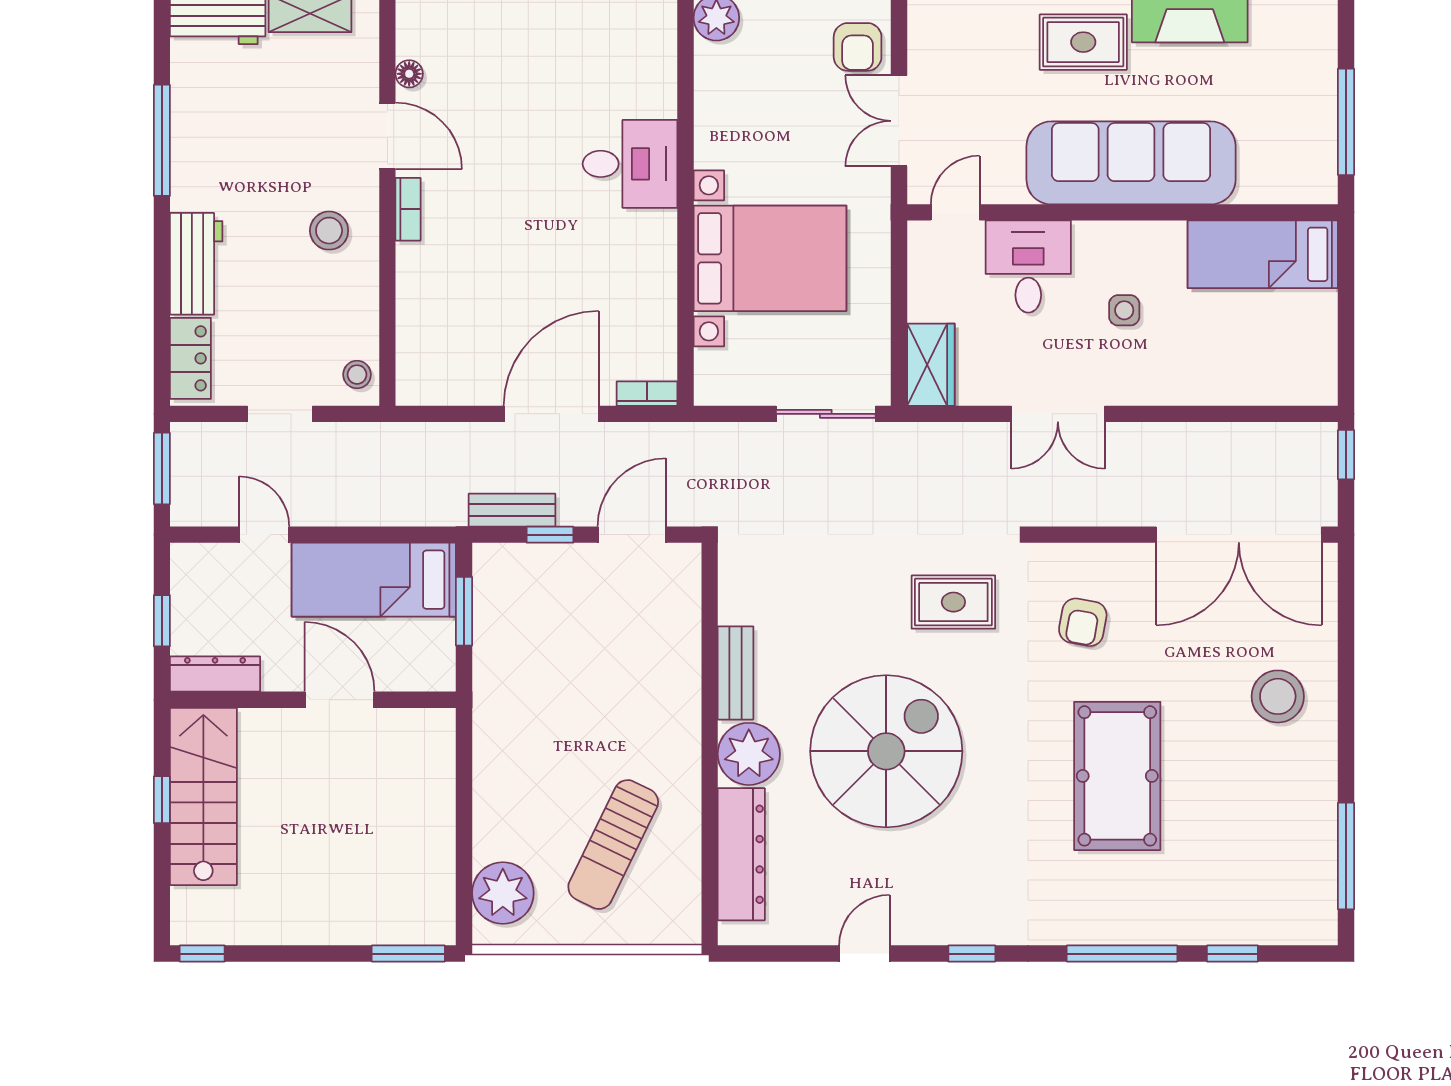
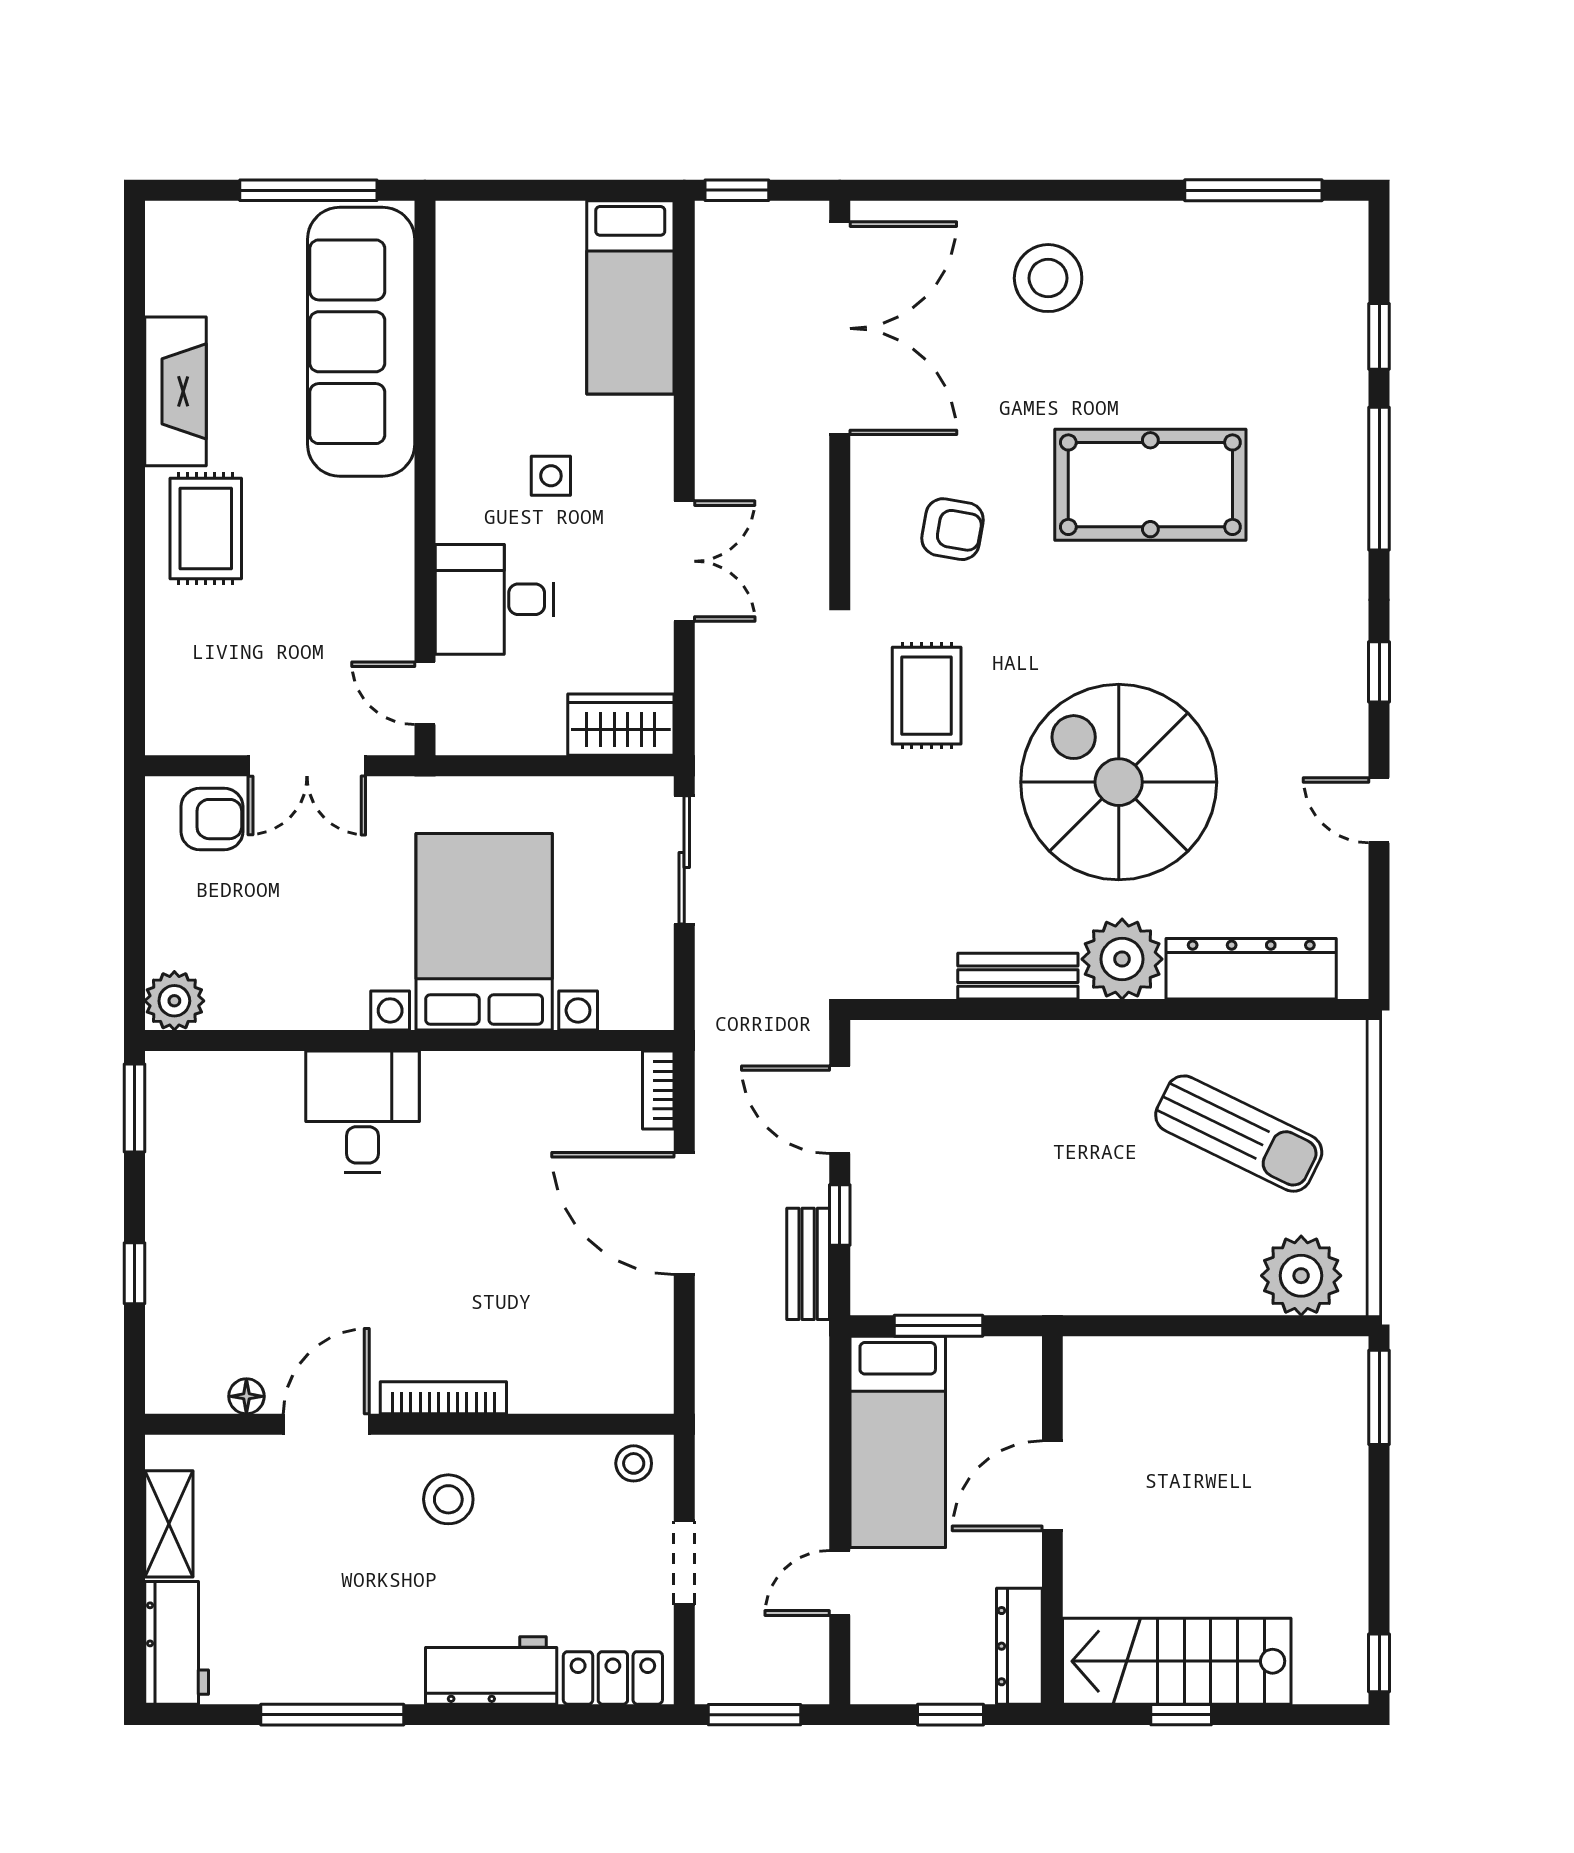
sofa: (1131, 163) -> (361, 342), moved
bookcase: (408, 209) -> (443, 1398), width x1.56
bed: (1263, 254) -> (630, 297), moved

